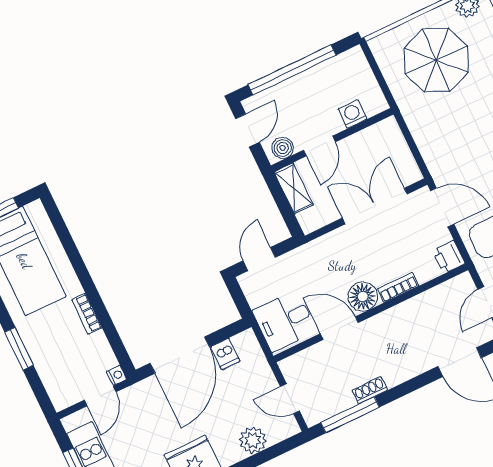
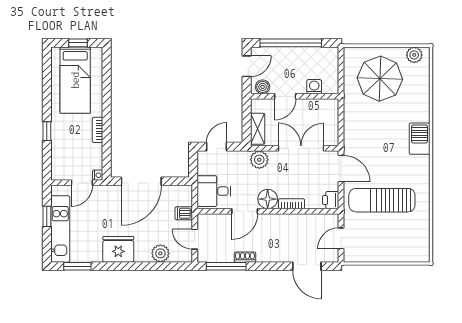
shelving: (294, 188) -> (258, 129), moved
plant: (326, 249) -> (259, 160), added
door: (339, 328) -> (245, 211), swing flipped
window: (19, 349) -> (47, 131), width x0.67
dishwasher: (225, 354) -> (184, 213), moved, turned 90

